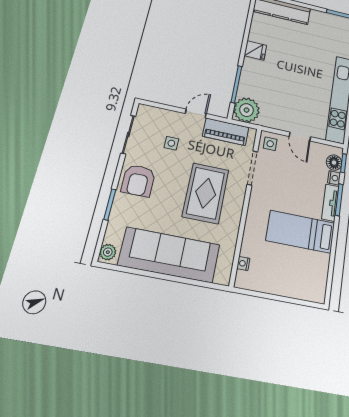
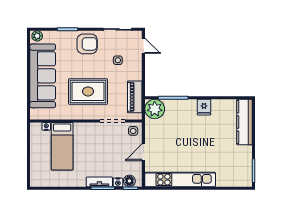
door: (196, 114) -> (143, 46), moved
armchair: (138, 181) -> (87, 44), turned 180
bed: (301, 232) -> (62, 146), moved, turned 180

